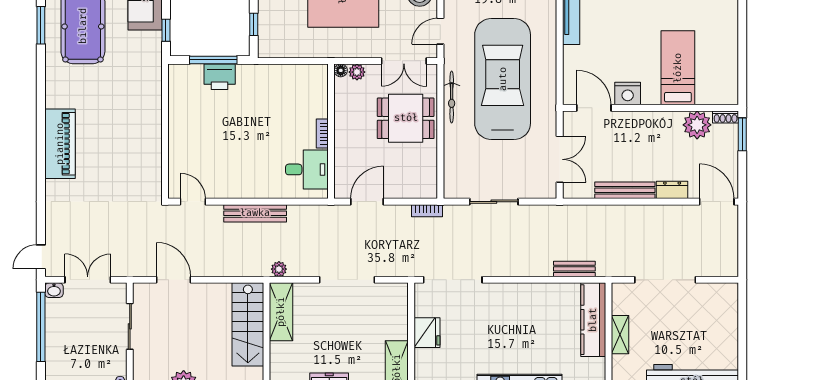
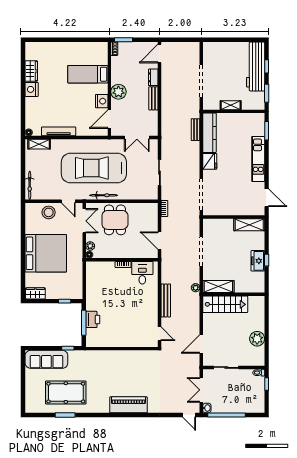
plant: (697, 125) -> (118, 92), moved
double door: (560, 159) -> (137, 138), swing flipped
bench: (625, 190) -> (153, 98), width x0.73
door: (193, 202) -> (159, 334), swing flipped
kitchen counter: (593, 320) -> (209, 133), moved, turned -90
fridge: (427, 333) -> (210, 161), moved, turned 90

